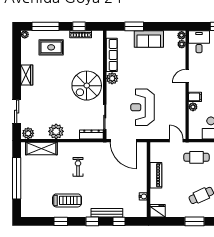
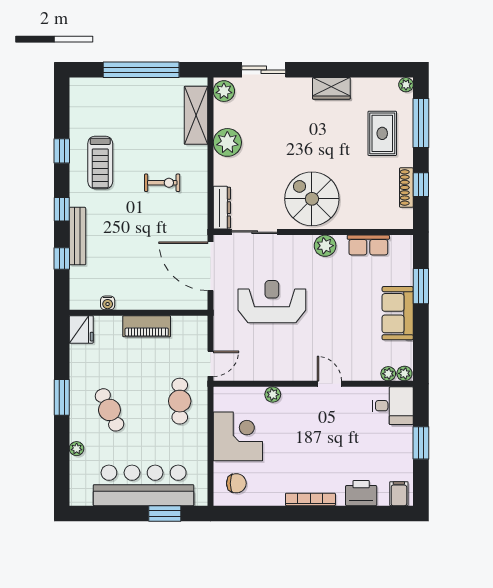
row of seats: (112, 55) -> (368, 245), width x0.68
filing cabinet: (195, 97) -> (291, 398), removed
door: (123, 141) -> (211, 266), hinge flipped

